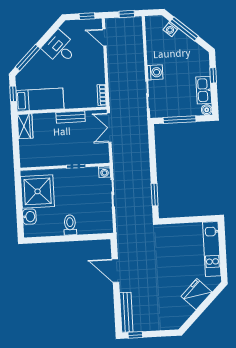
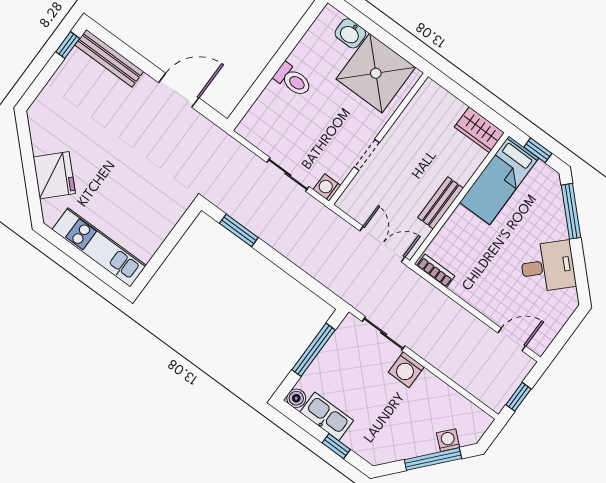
window: (87, 16) -> (561, 340), removed

